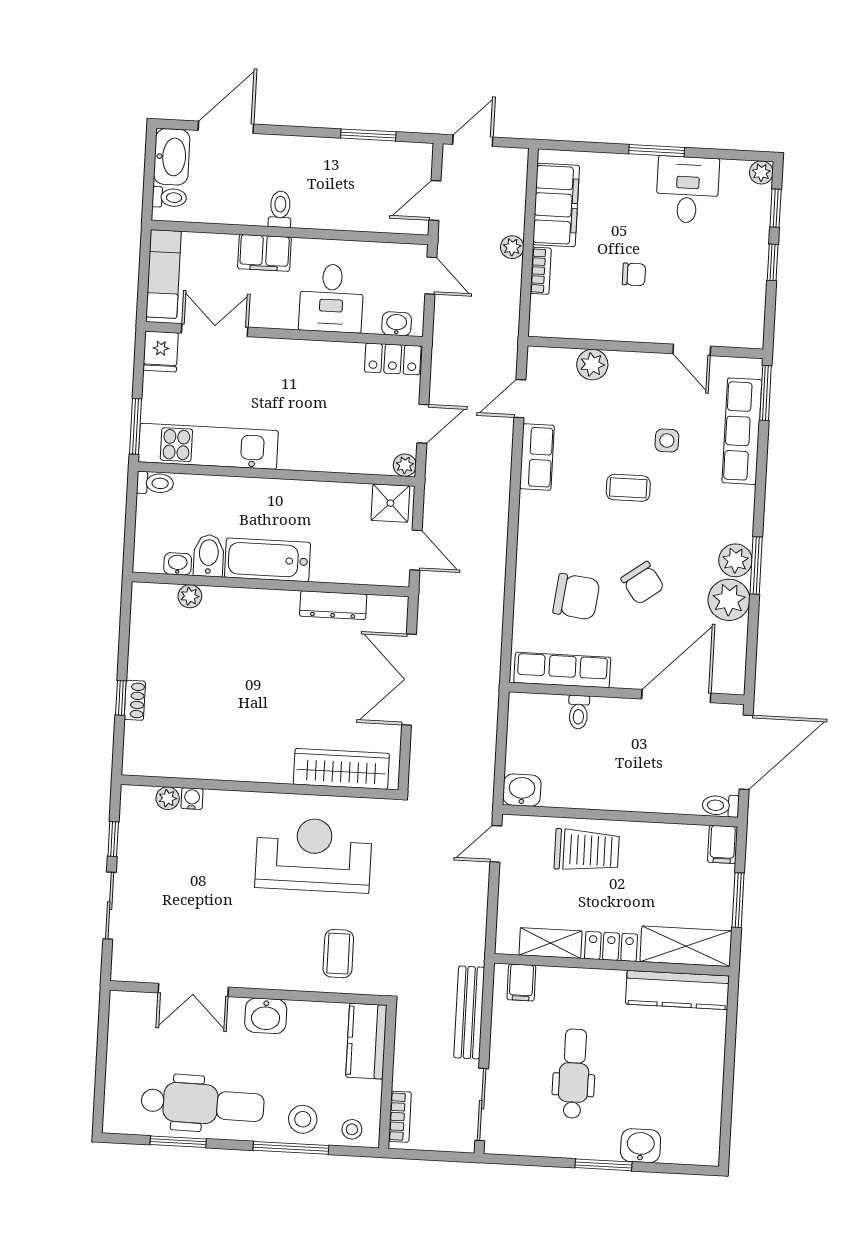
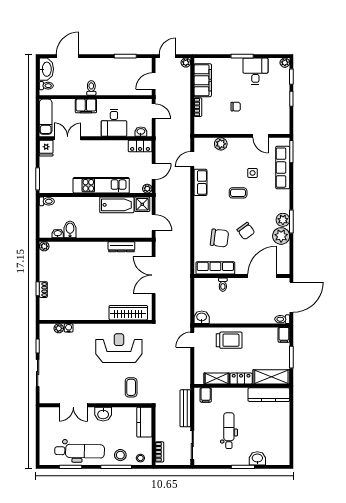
plant: (512, 247) -> (186, 63), moved
kitchen unit: (208, 446) -> (101, 185), moved
bathtub: (267, 560) -> (117, 205), moved, turned 180
plant: (190, 596) -> (44, 246), moved

